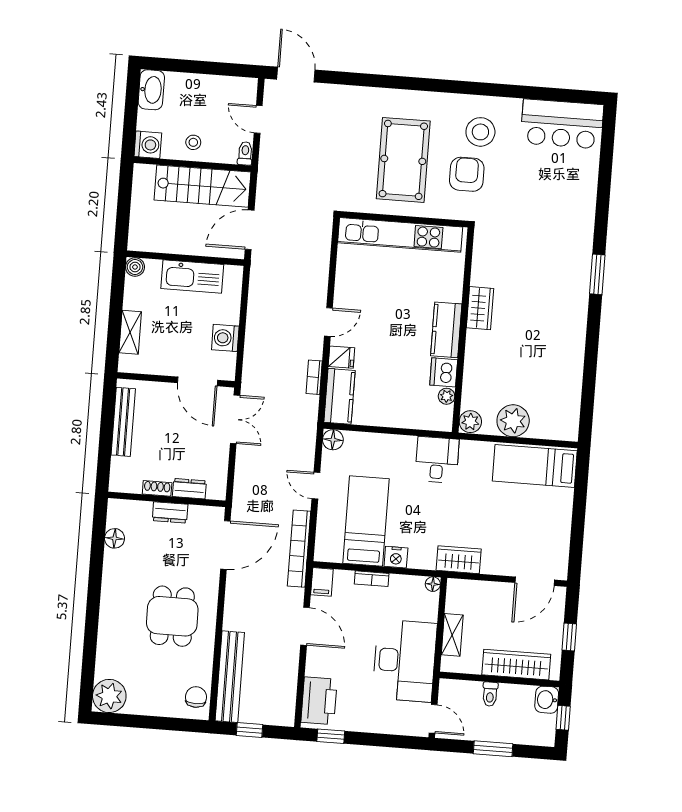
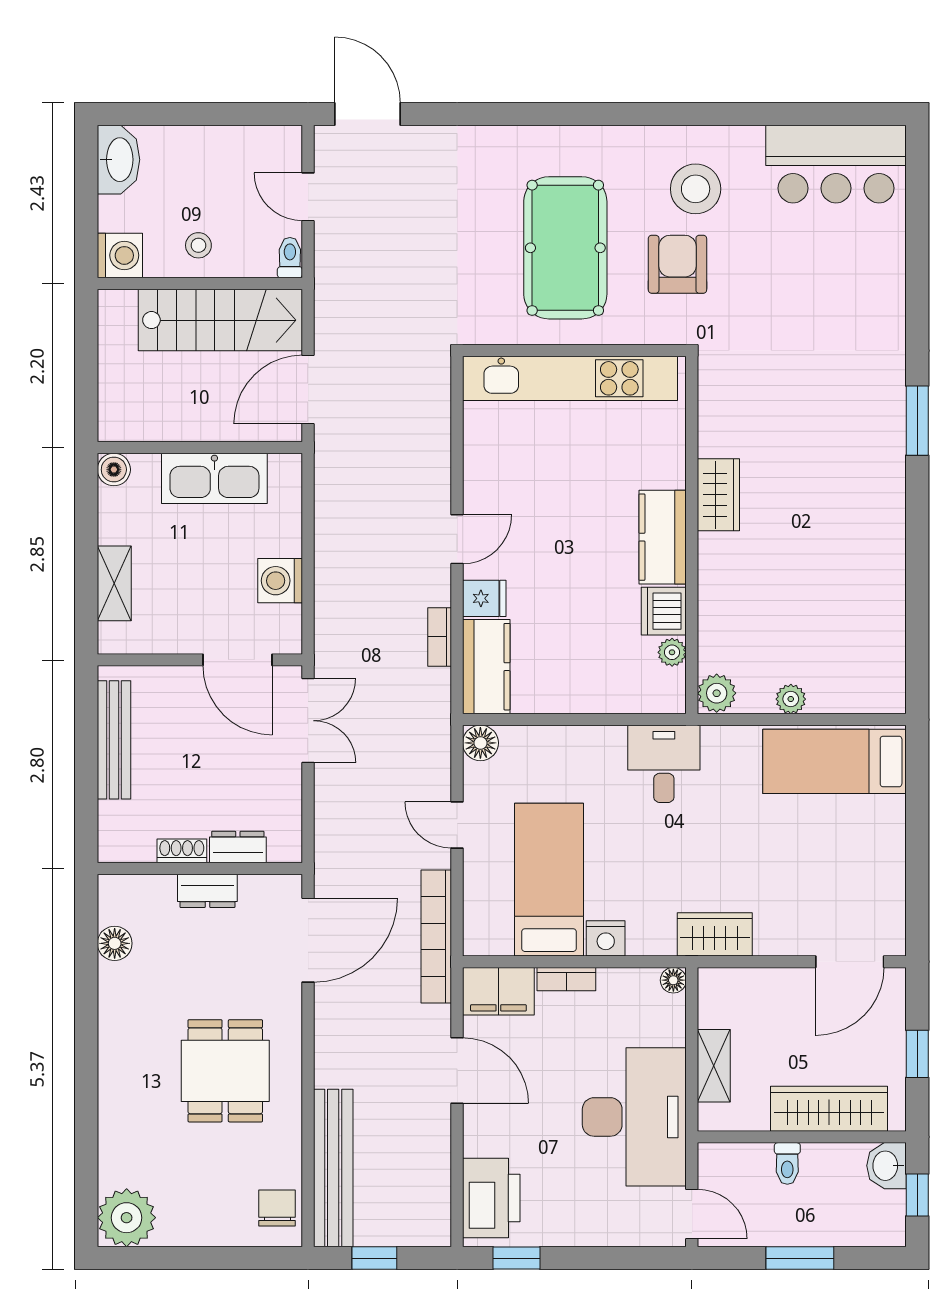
plant: (513, 421) -> (791, 699), width x0.53, depth x0.53
filing cabinet: (322, 582) -> (498, 991), width x2.00

